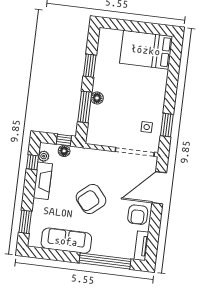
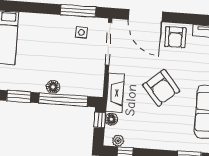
window: (85, 107) -> (63, 100), width x1.46
window: (167, 125) -> (78, 11), width x1.44
fireplace: (43, 181) -> (115, 93), moved, turned 90
armchair: (138, 215) -> (175, 37), turned 90

